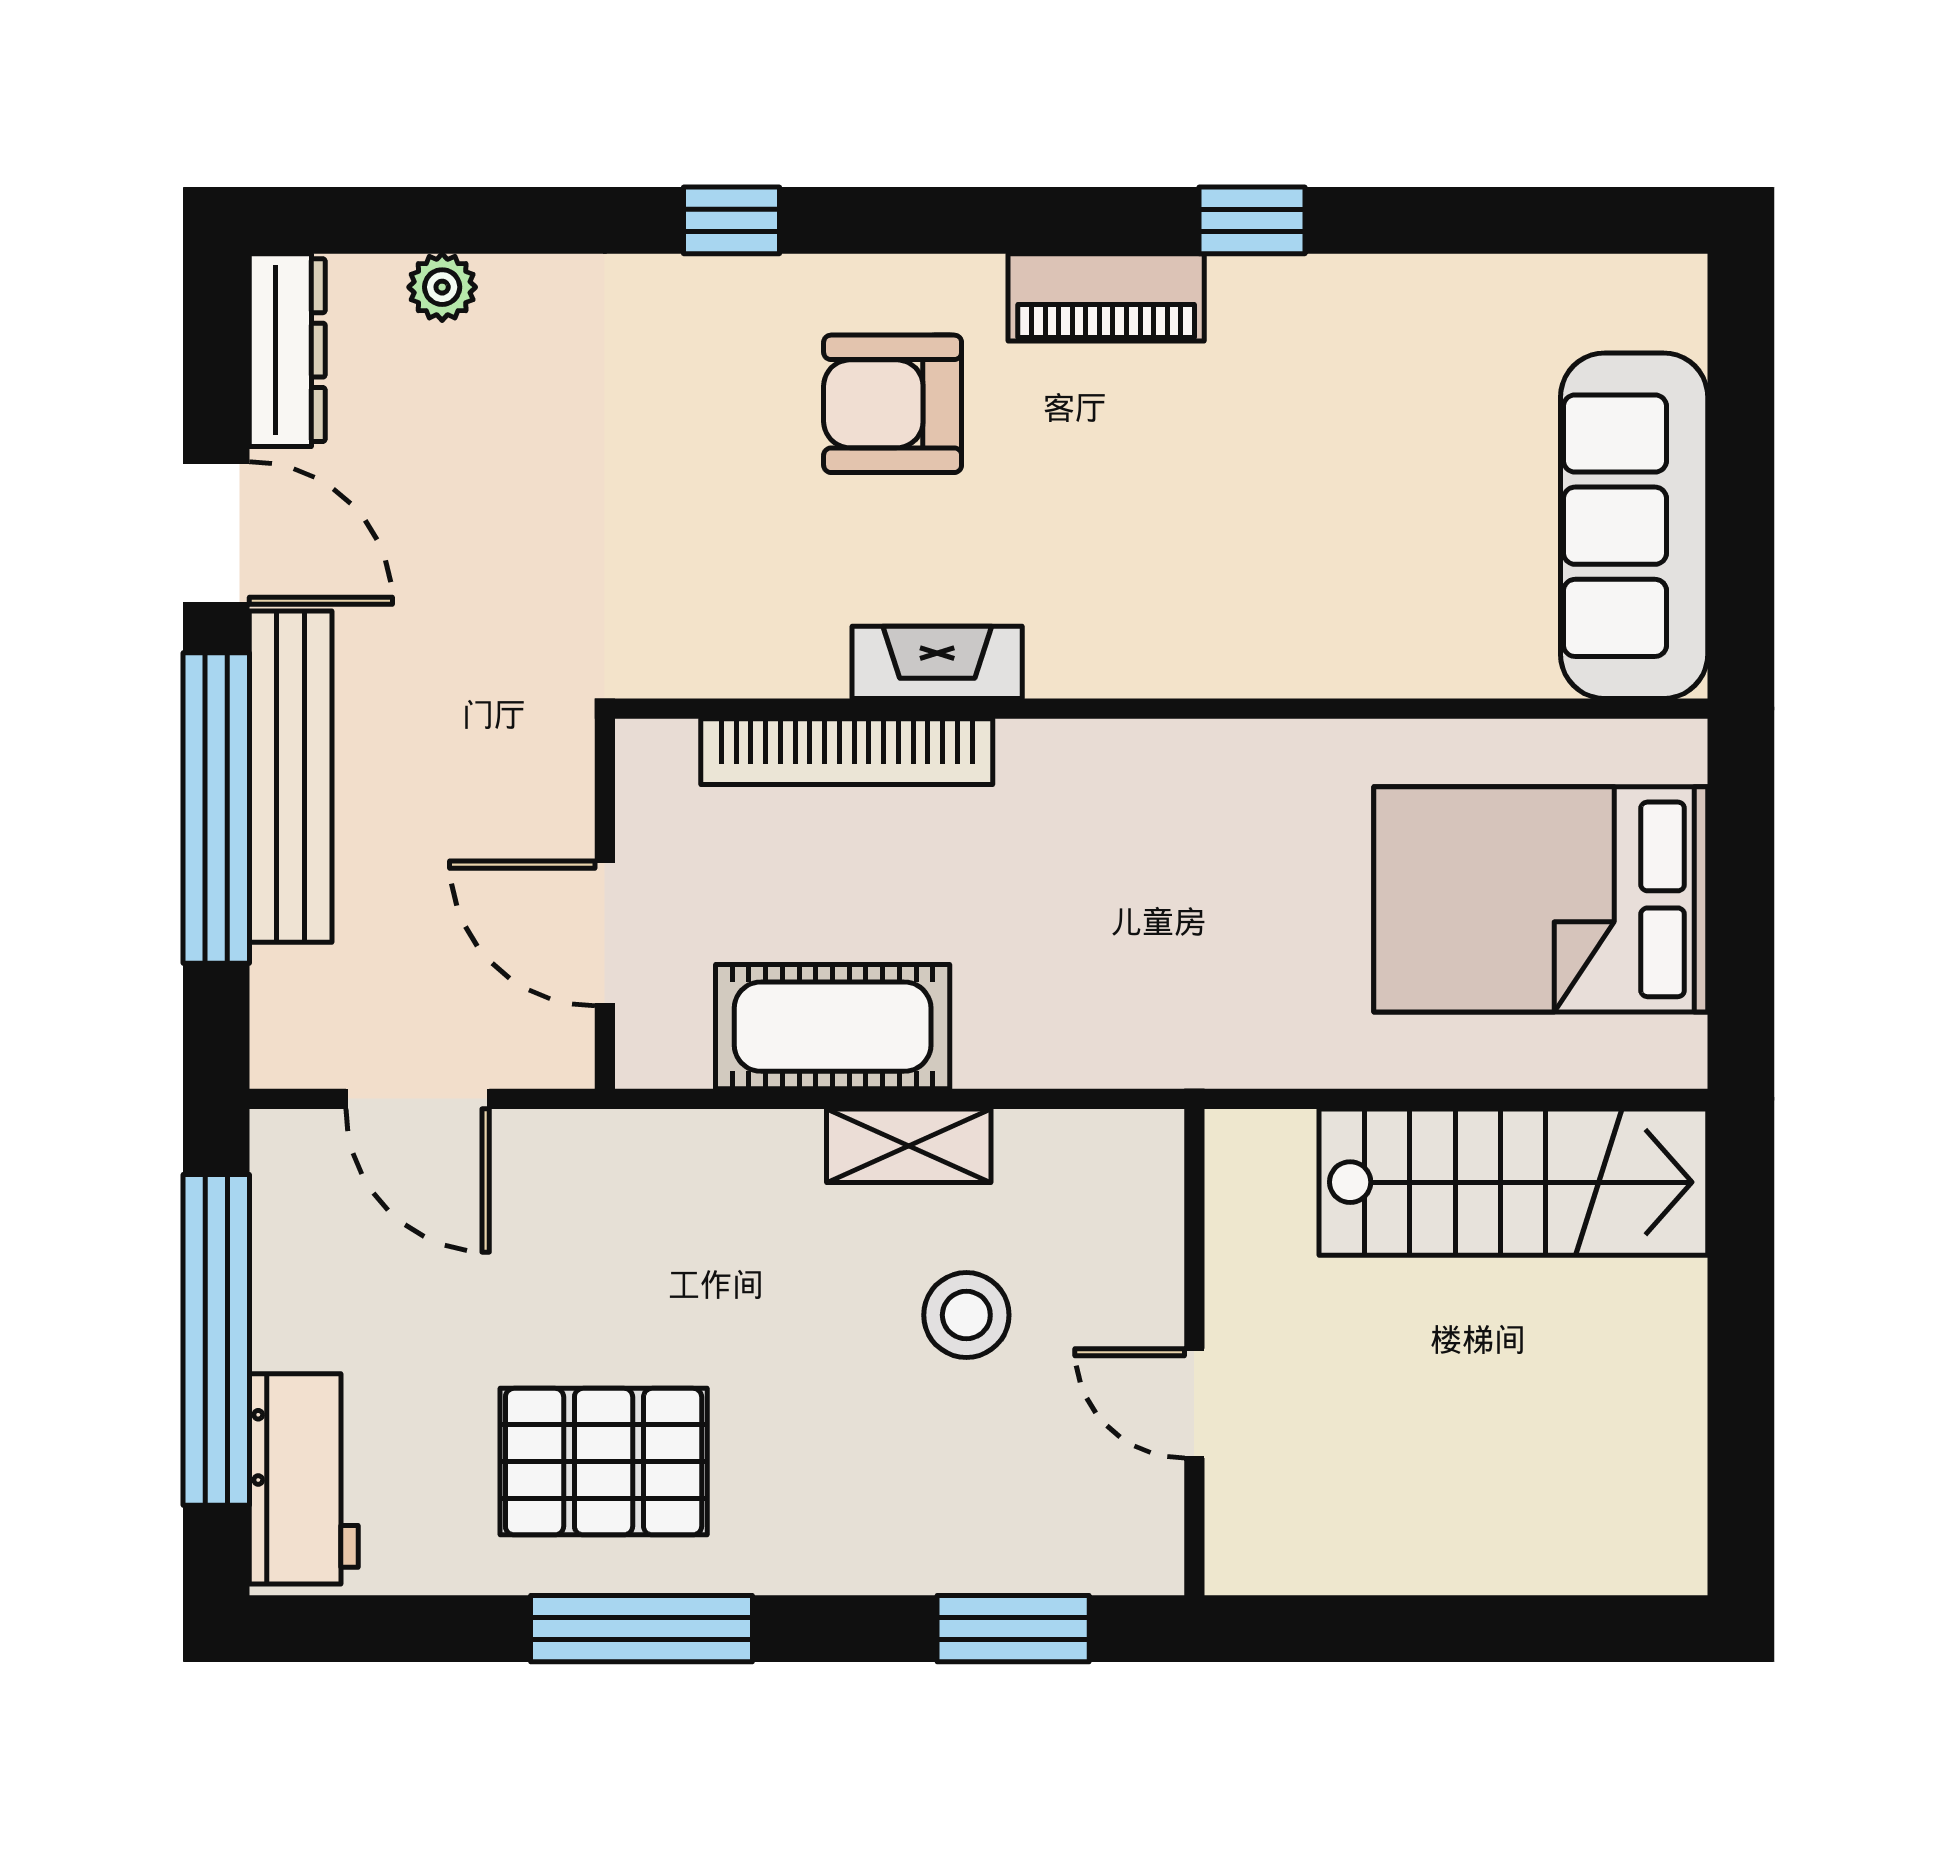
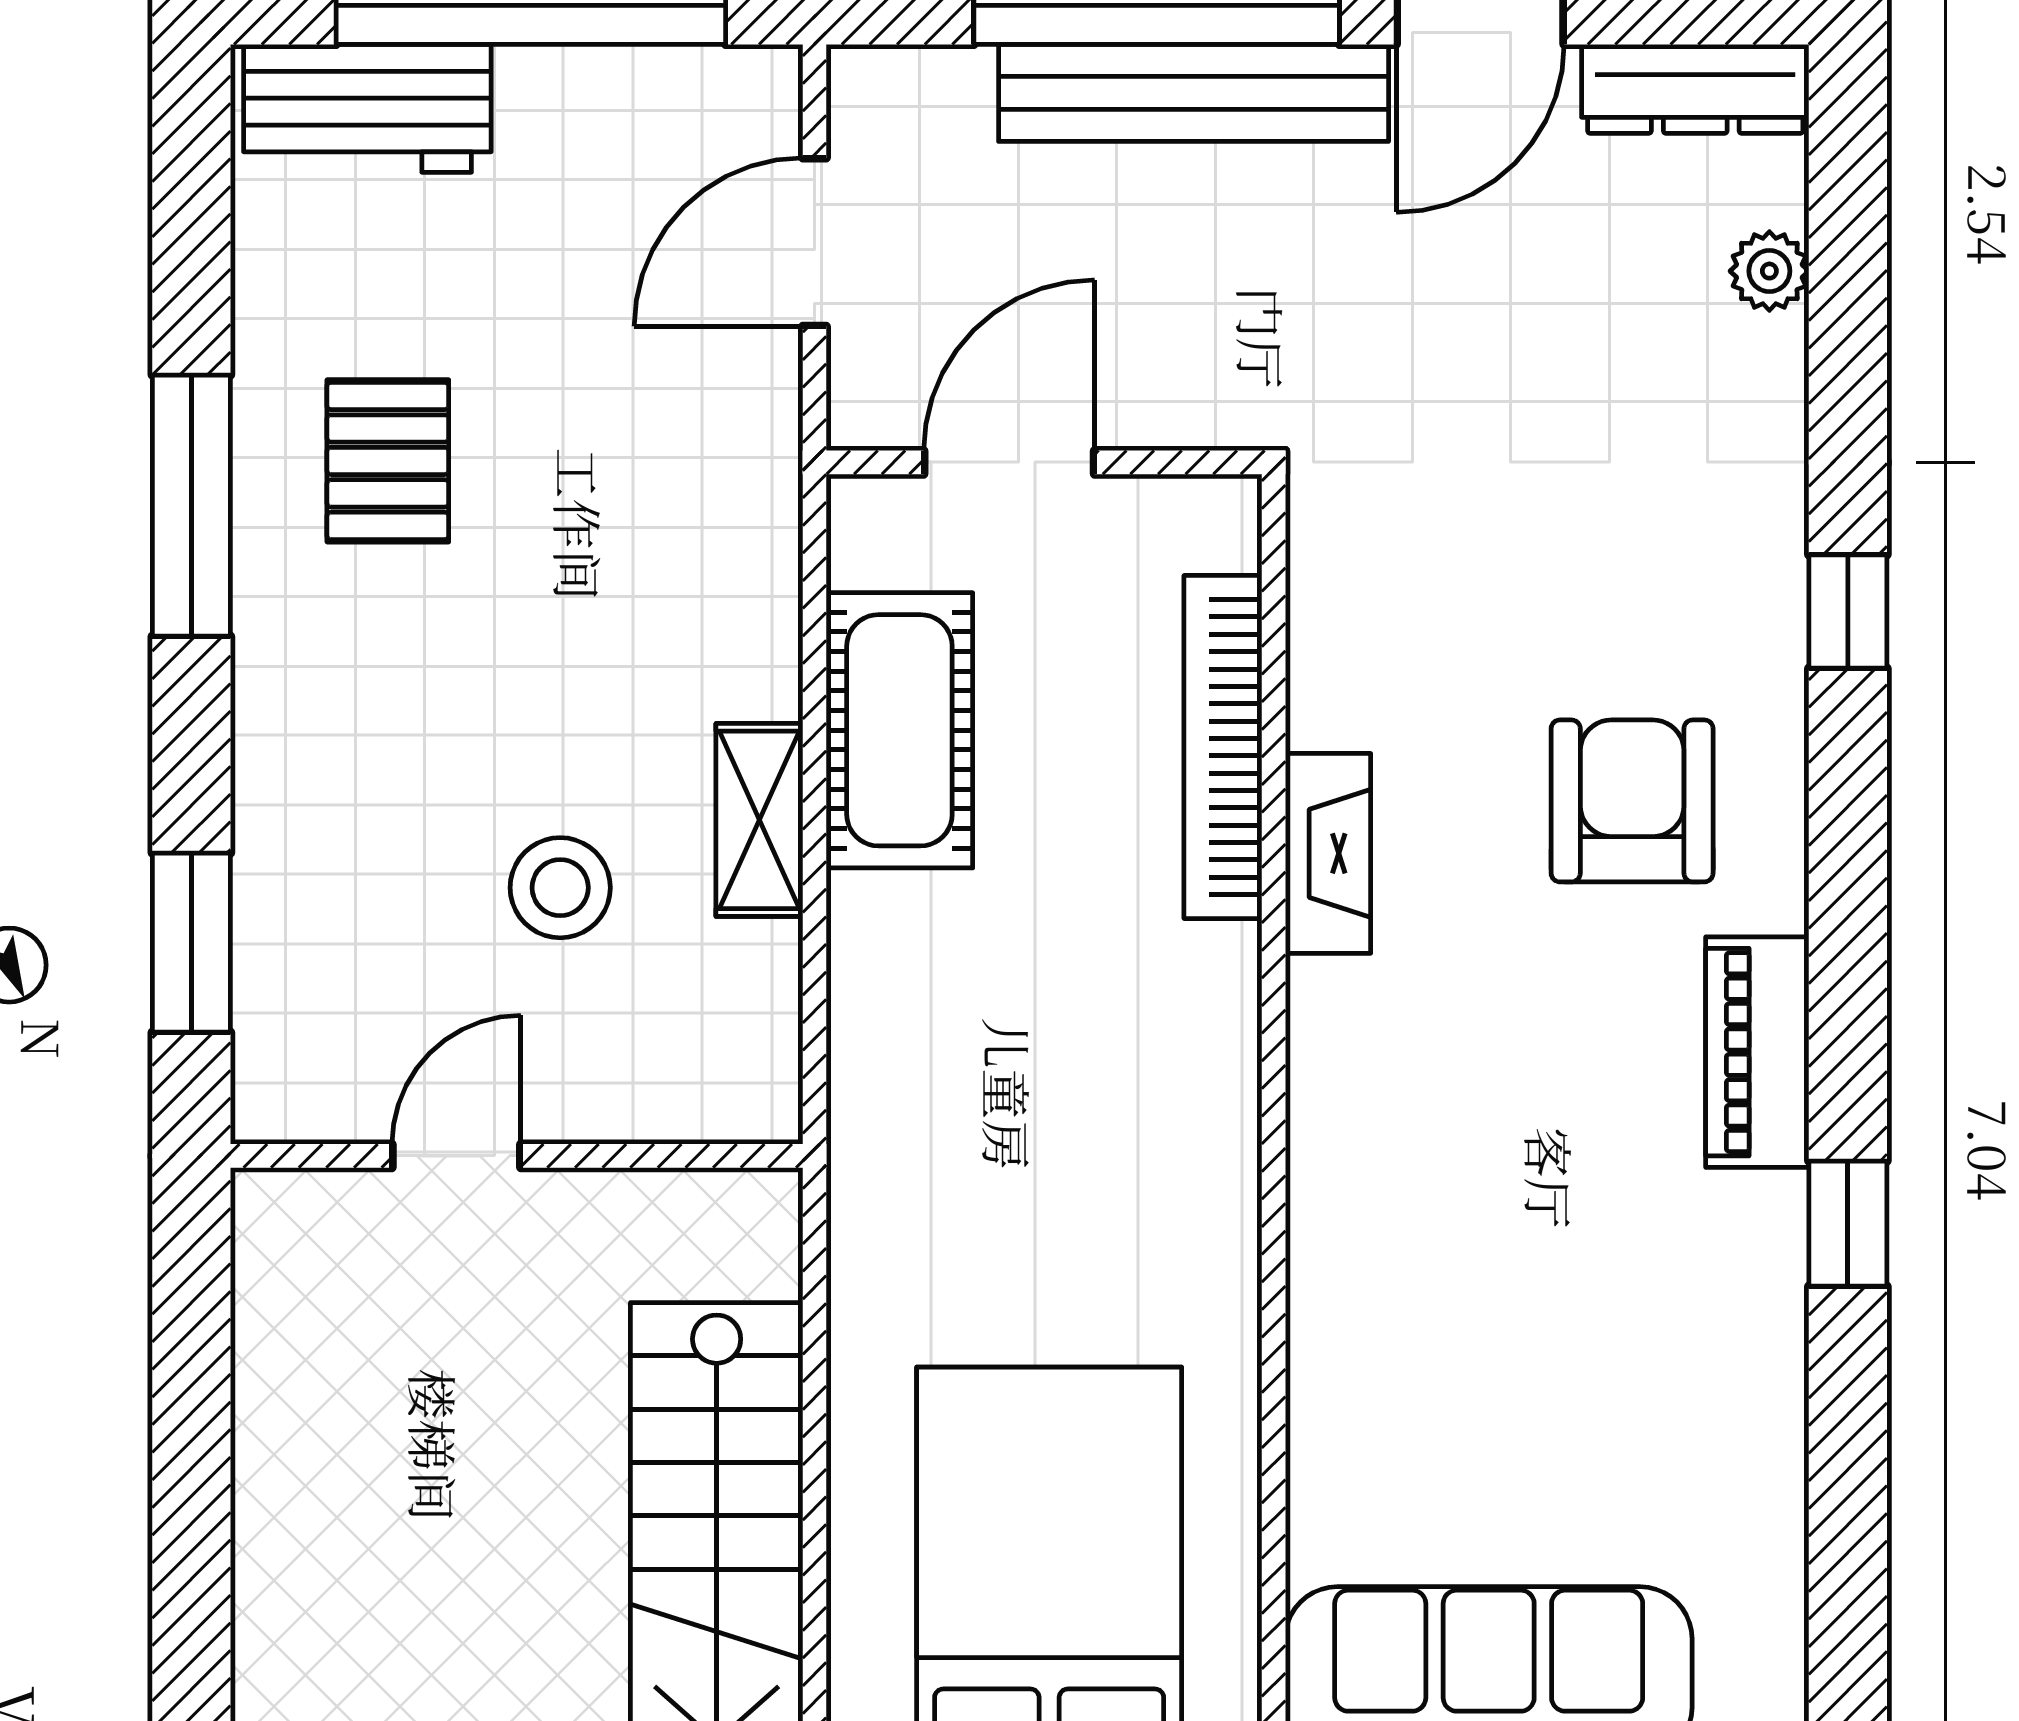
pallet: (604, 1462) -> (388, 461), width x0.67, depth x0.71

